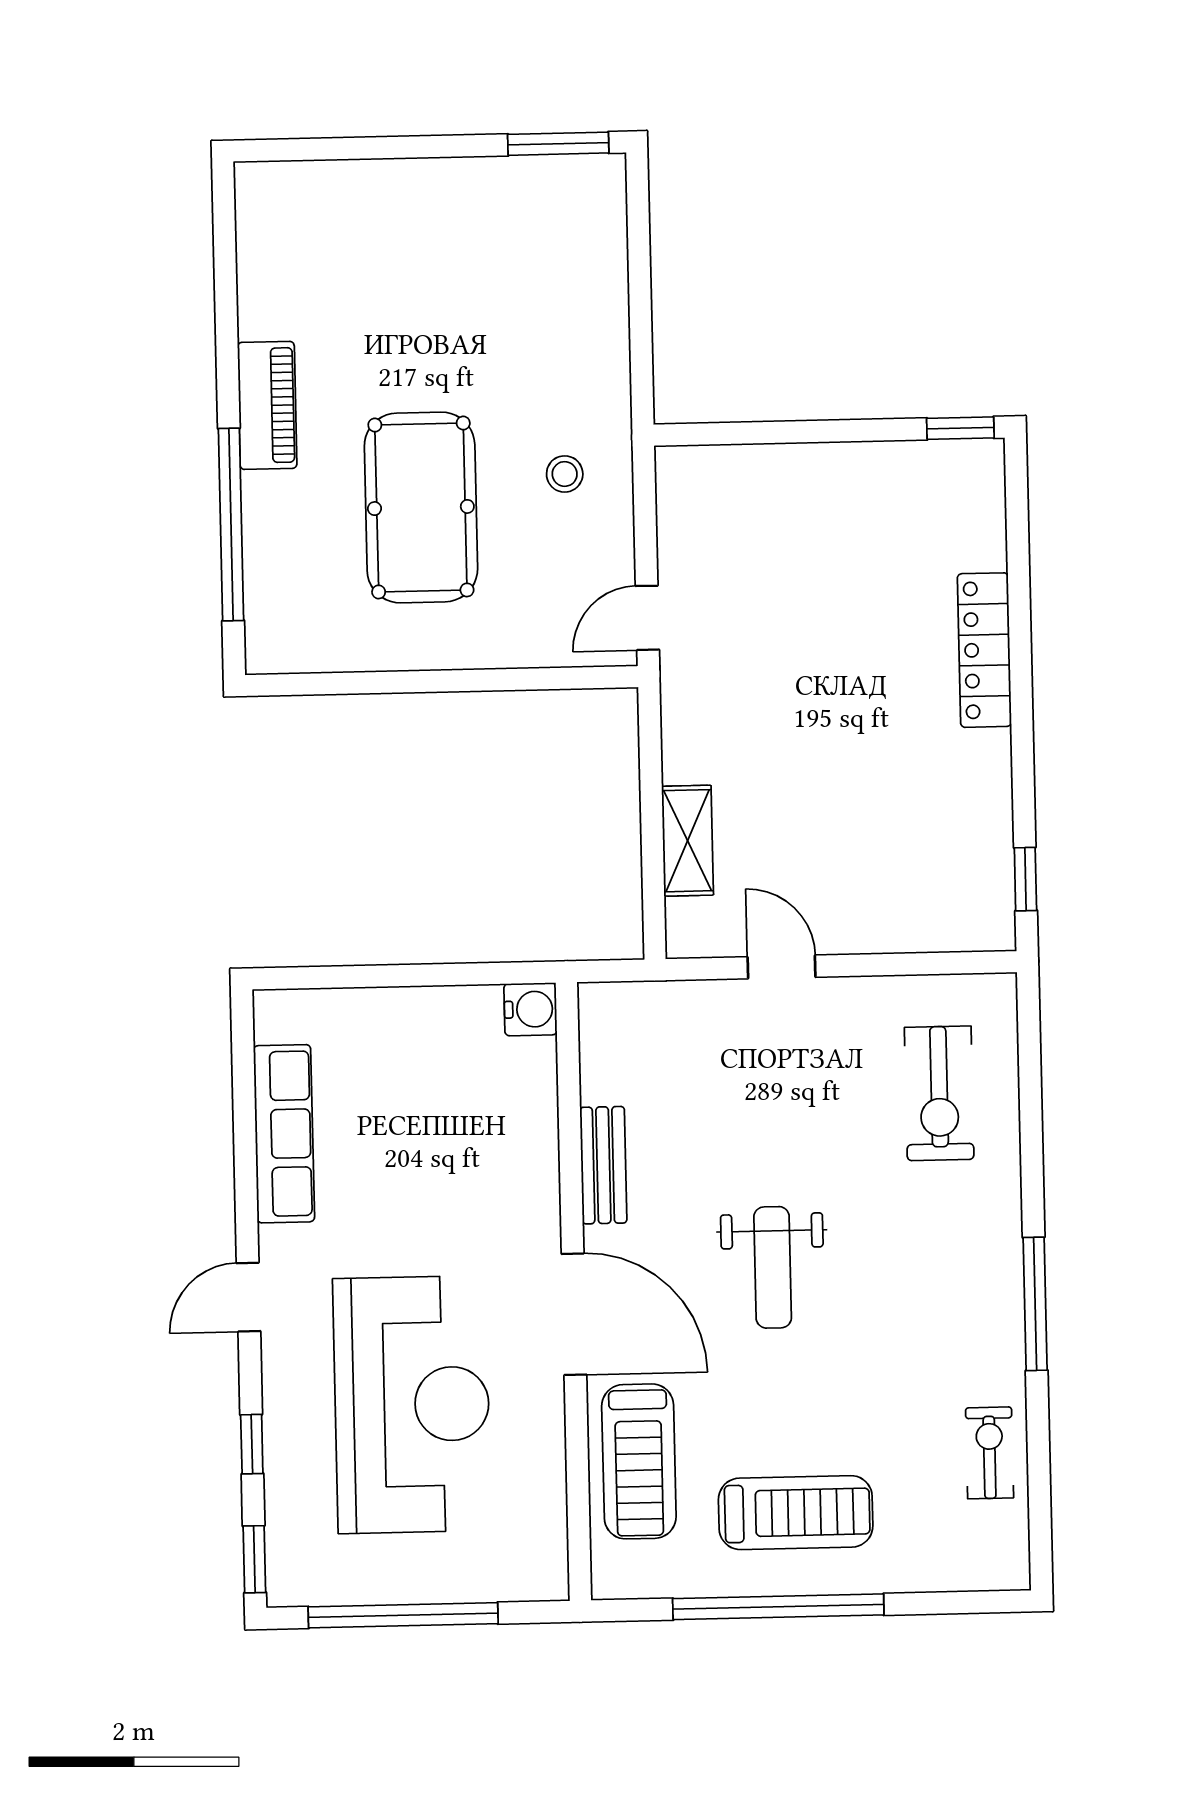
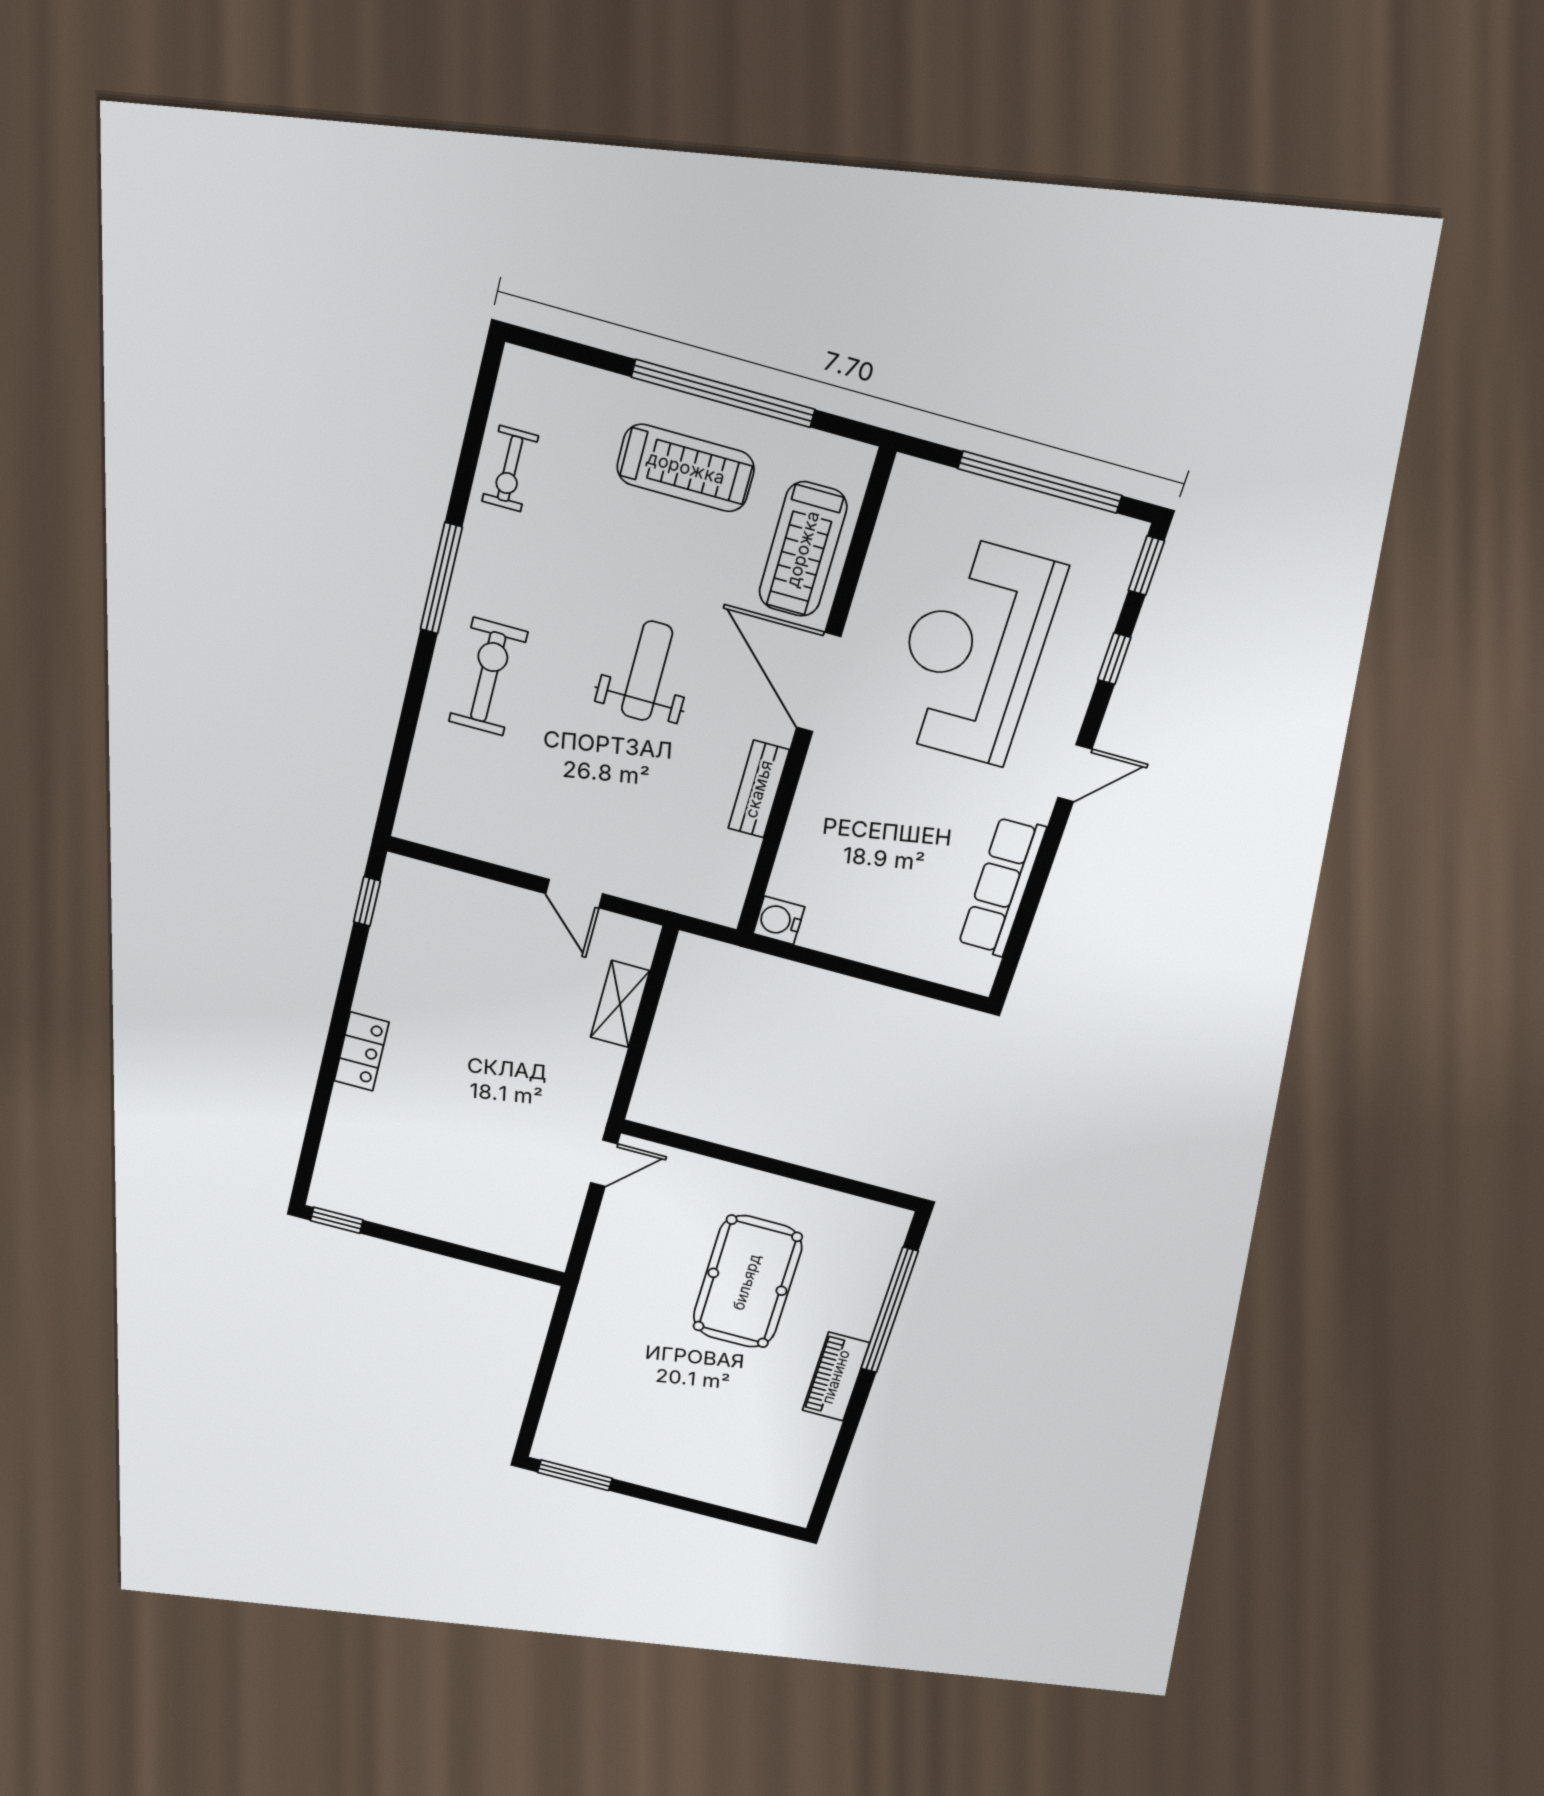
stool: (565, 474) -> (635, 1273), removed
locker: (984, 650) -> (361, 1051), width x0.66
exercise bike: (939, 1093) -> (488, 677), moved
treadmill: (639, 1461) -> (803, 549), turned 180
treadmill: (796, 1513) -> (686, 468), turned 180

